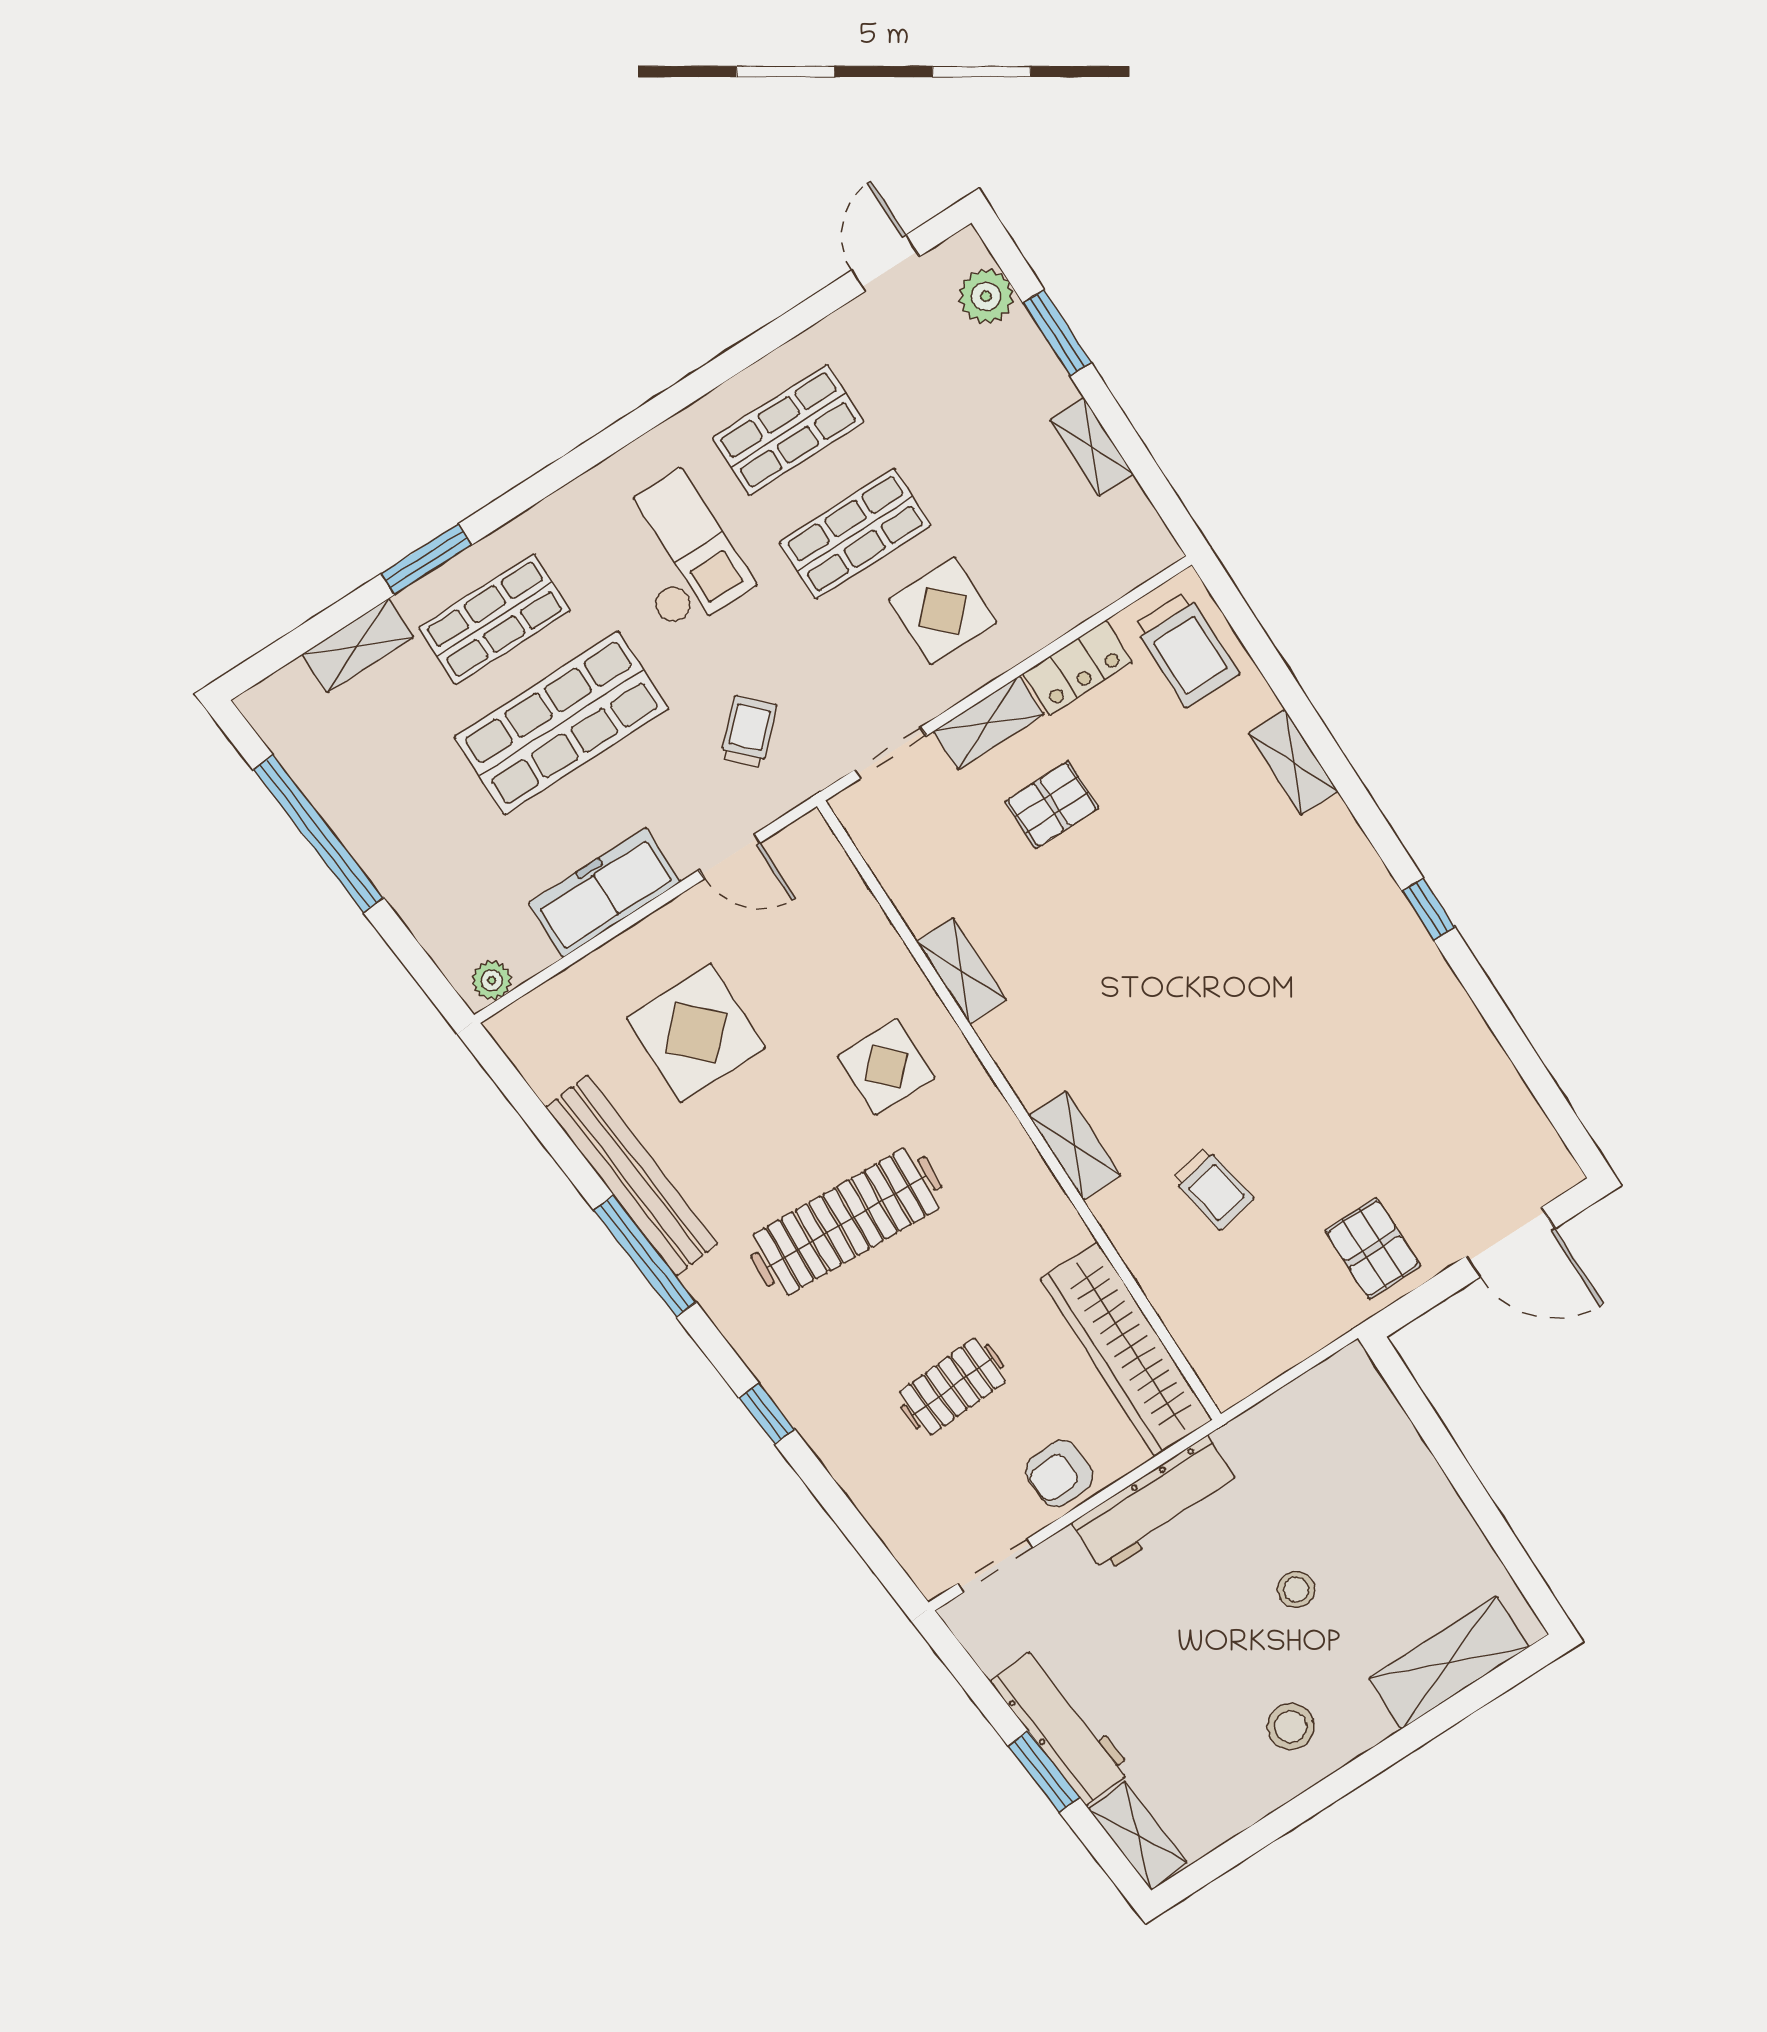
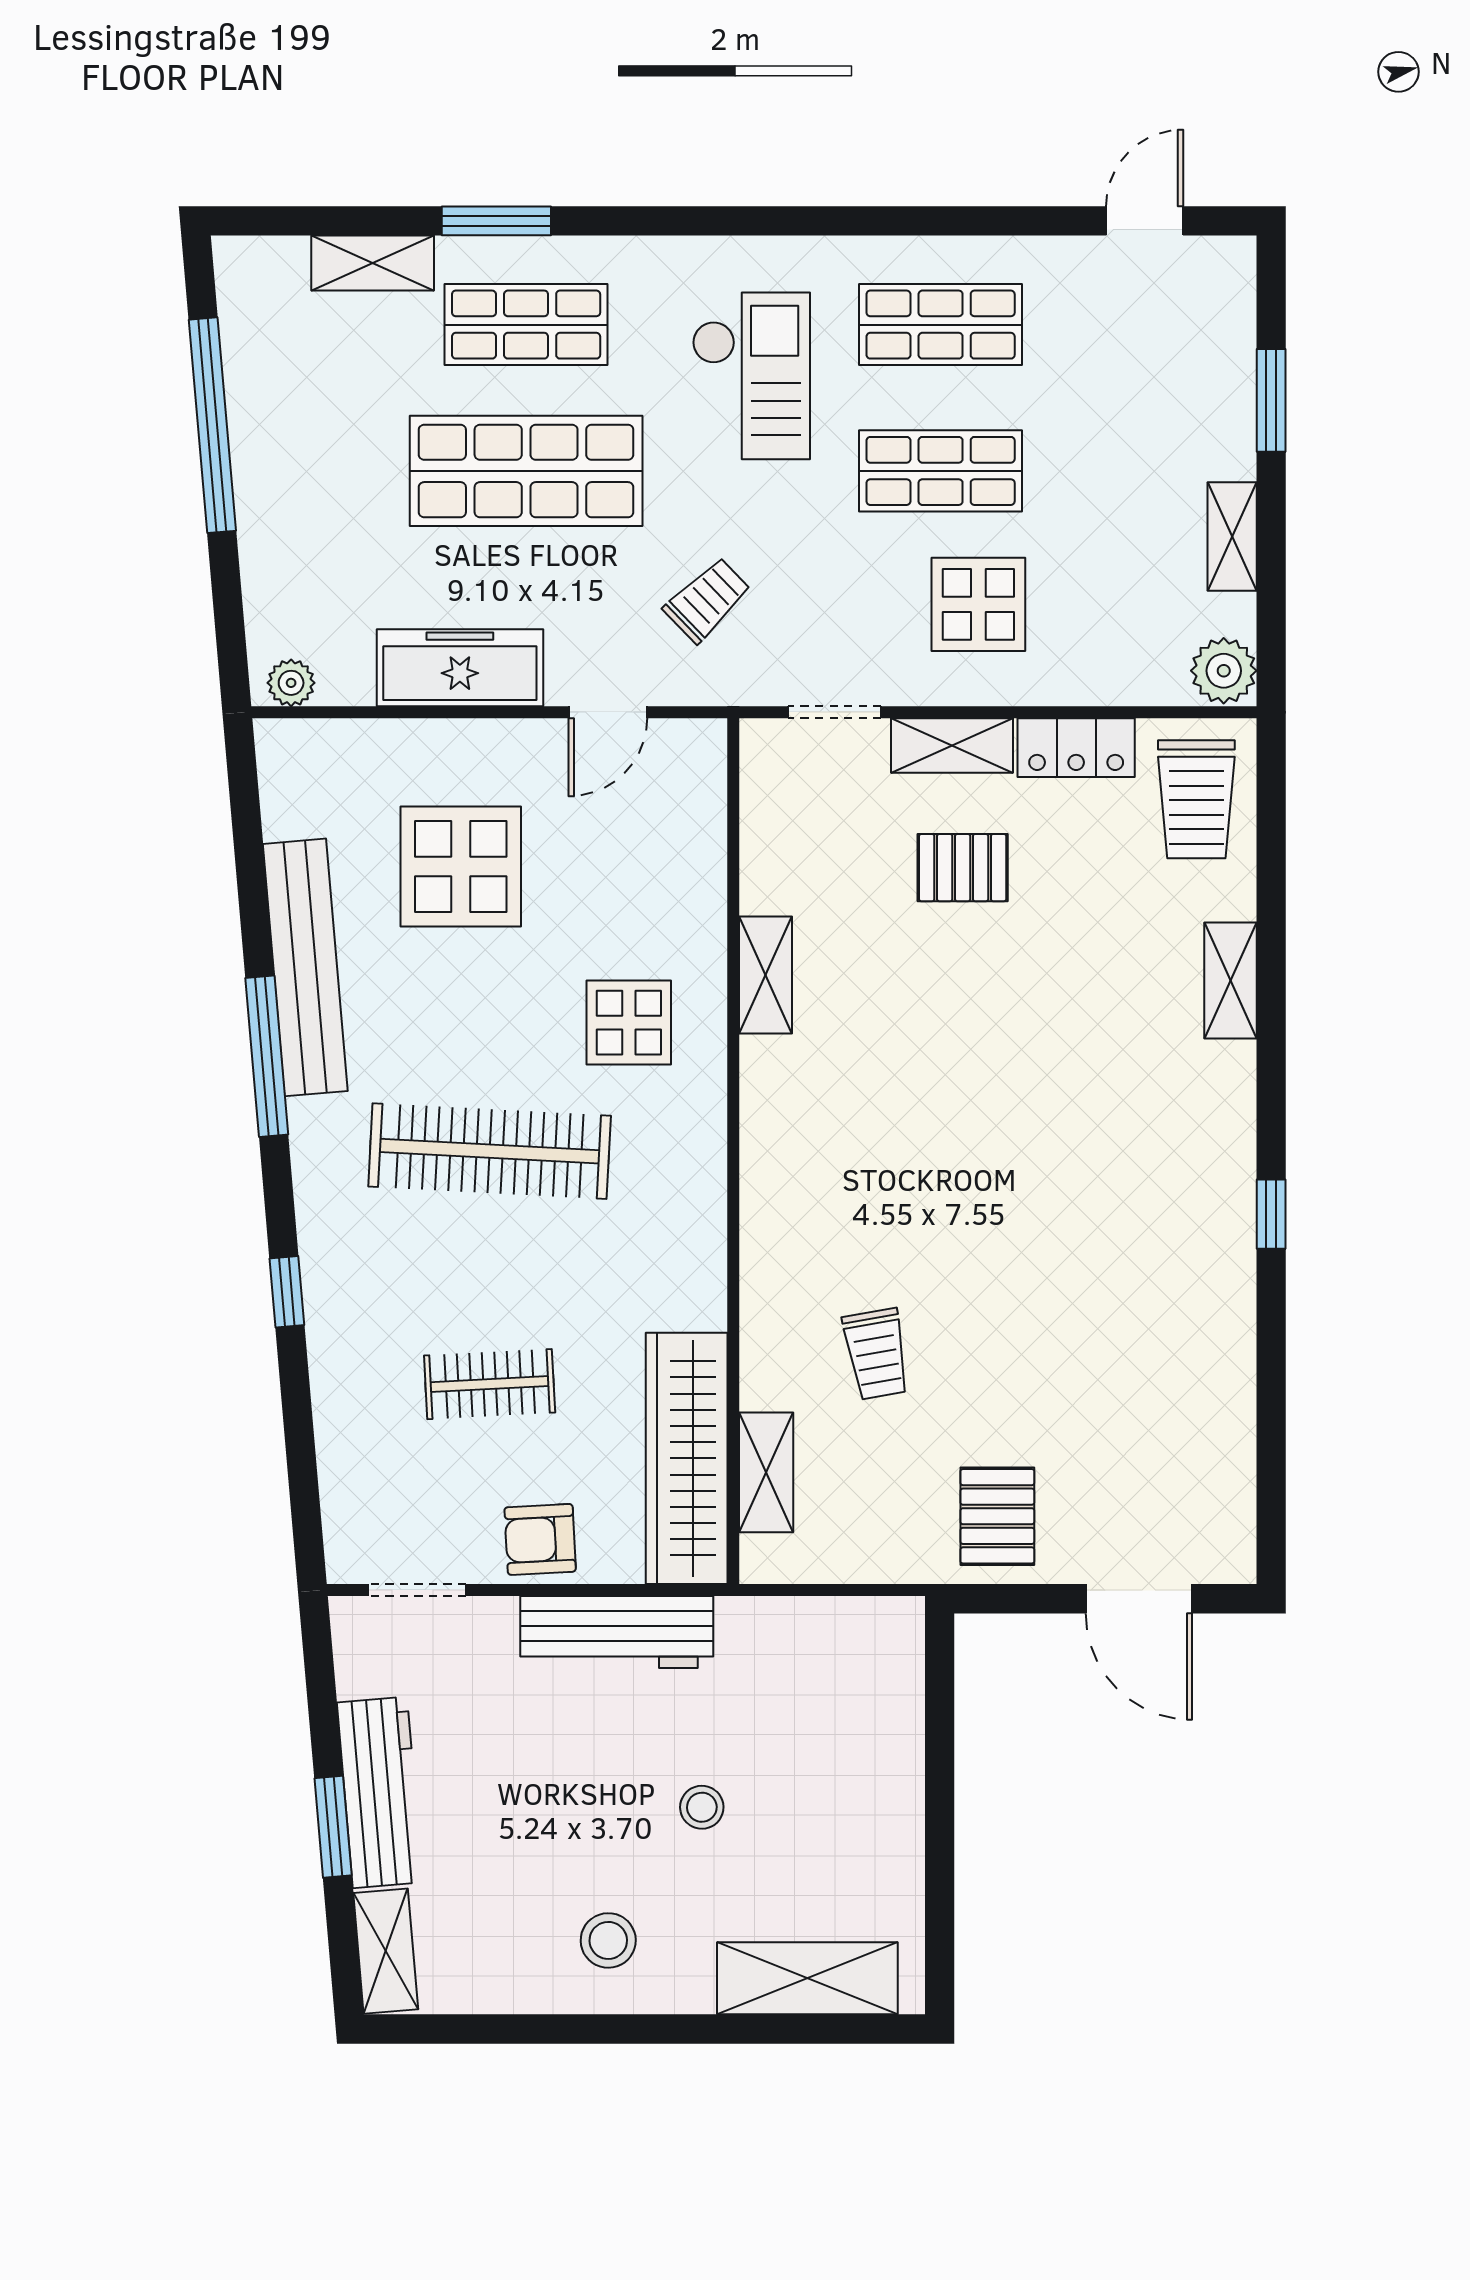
plant: (986, 296) -> (1224, 671), moved
door: (730, 856) -> (608, 712), hinge flipped
shelving: (1074, 1145) -> (766, 1472), moved

